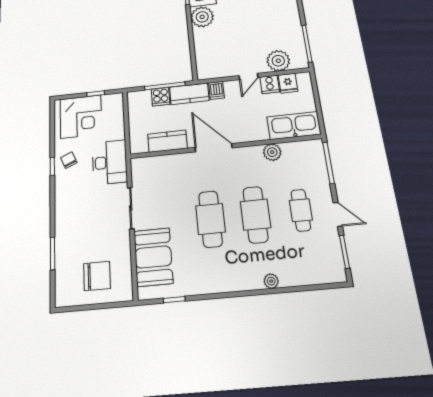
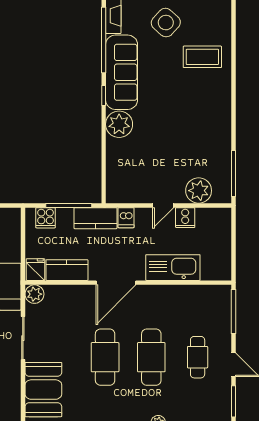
fridge: (288, 83) -> (35, 270), moved, turned 180
cooker: (161, 97) -> (46, 218), moved
kitchen sink: (294, 126) -> (173, 268), moved
door: (214, 148) -> (116, 283), swing flipped
plant: (272, 152) -> (34, 294), moved

